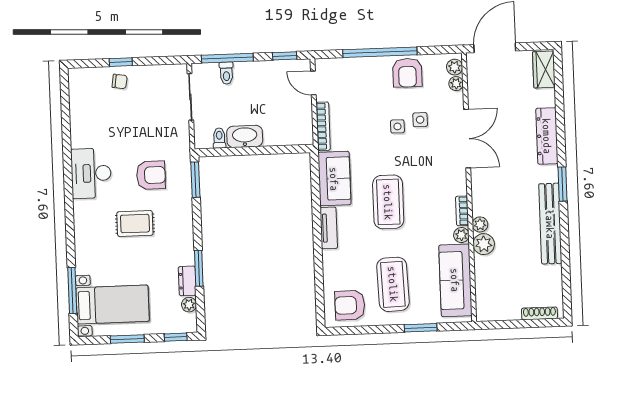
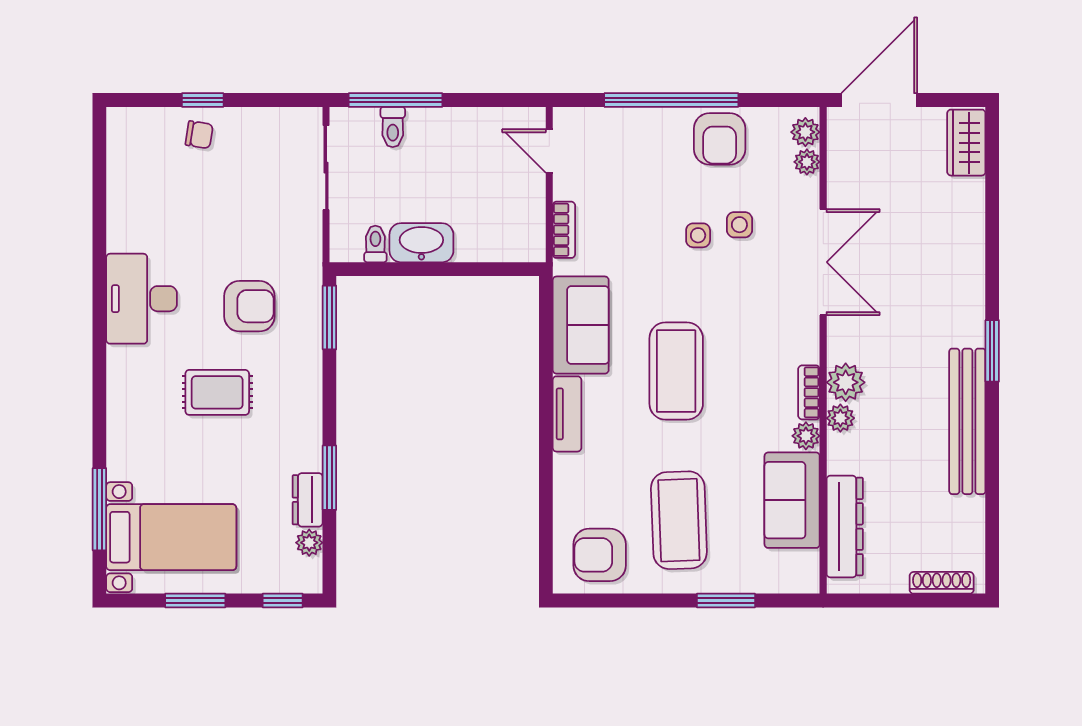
window: (285, 56) -> (499, 100), removed
bookcase: (323, 126) -> (564, 230), width x0.64
dresser: (547, 136) -> (845, 527), moved, turned 180
plant: (484, 244) -> (846, 382), moved
sofa: (455, 280) -> (792, 500), width x0.73

